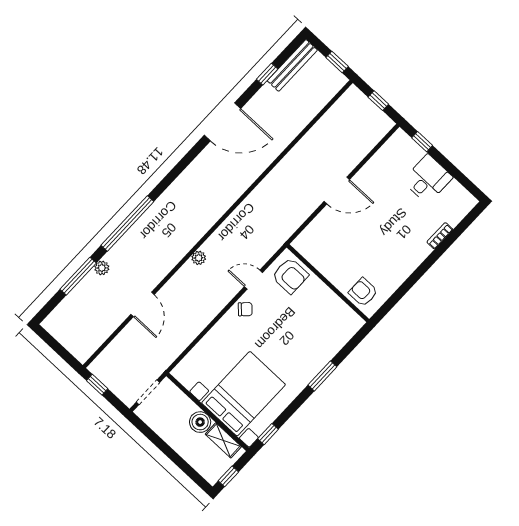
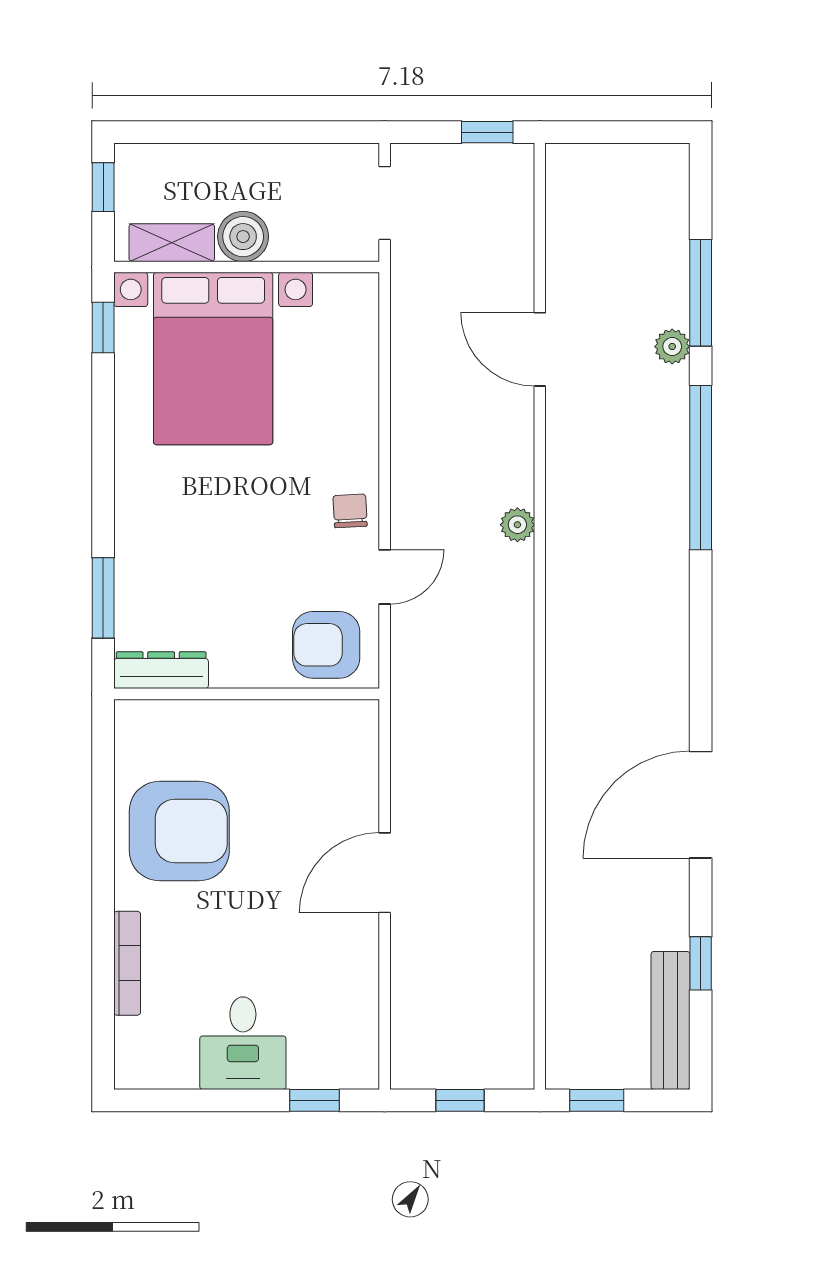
bookcase: (440, 236) -> (127, 963), width x1.56
armchair: (363, 292) -> (179, 831), moved, width x1.88, depth x1.88
chair: (245, 309) -> (350, 511), turned 131
dresser: (347, 315) -> (161, 670), added
window: (322, 376) -> (103, 598), moved

